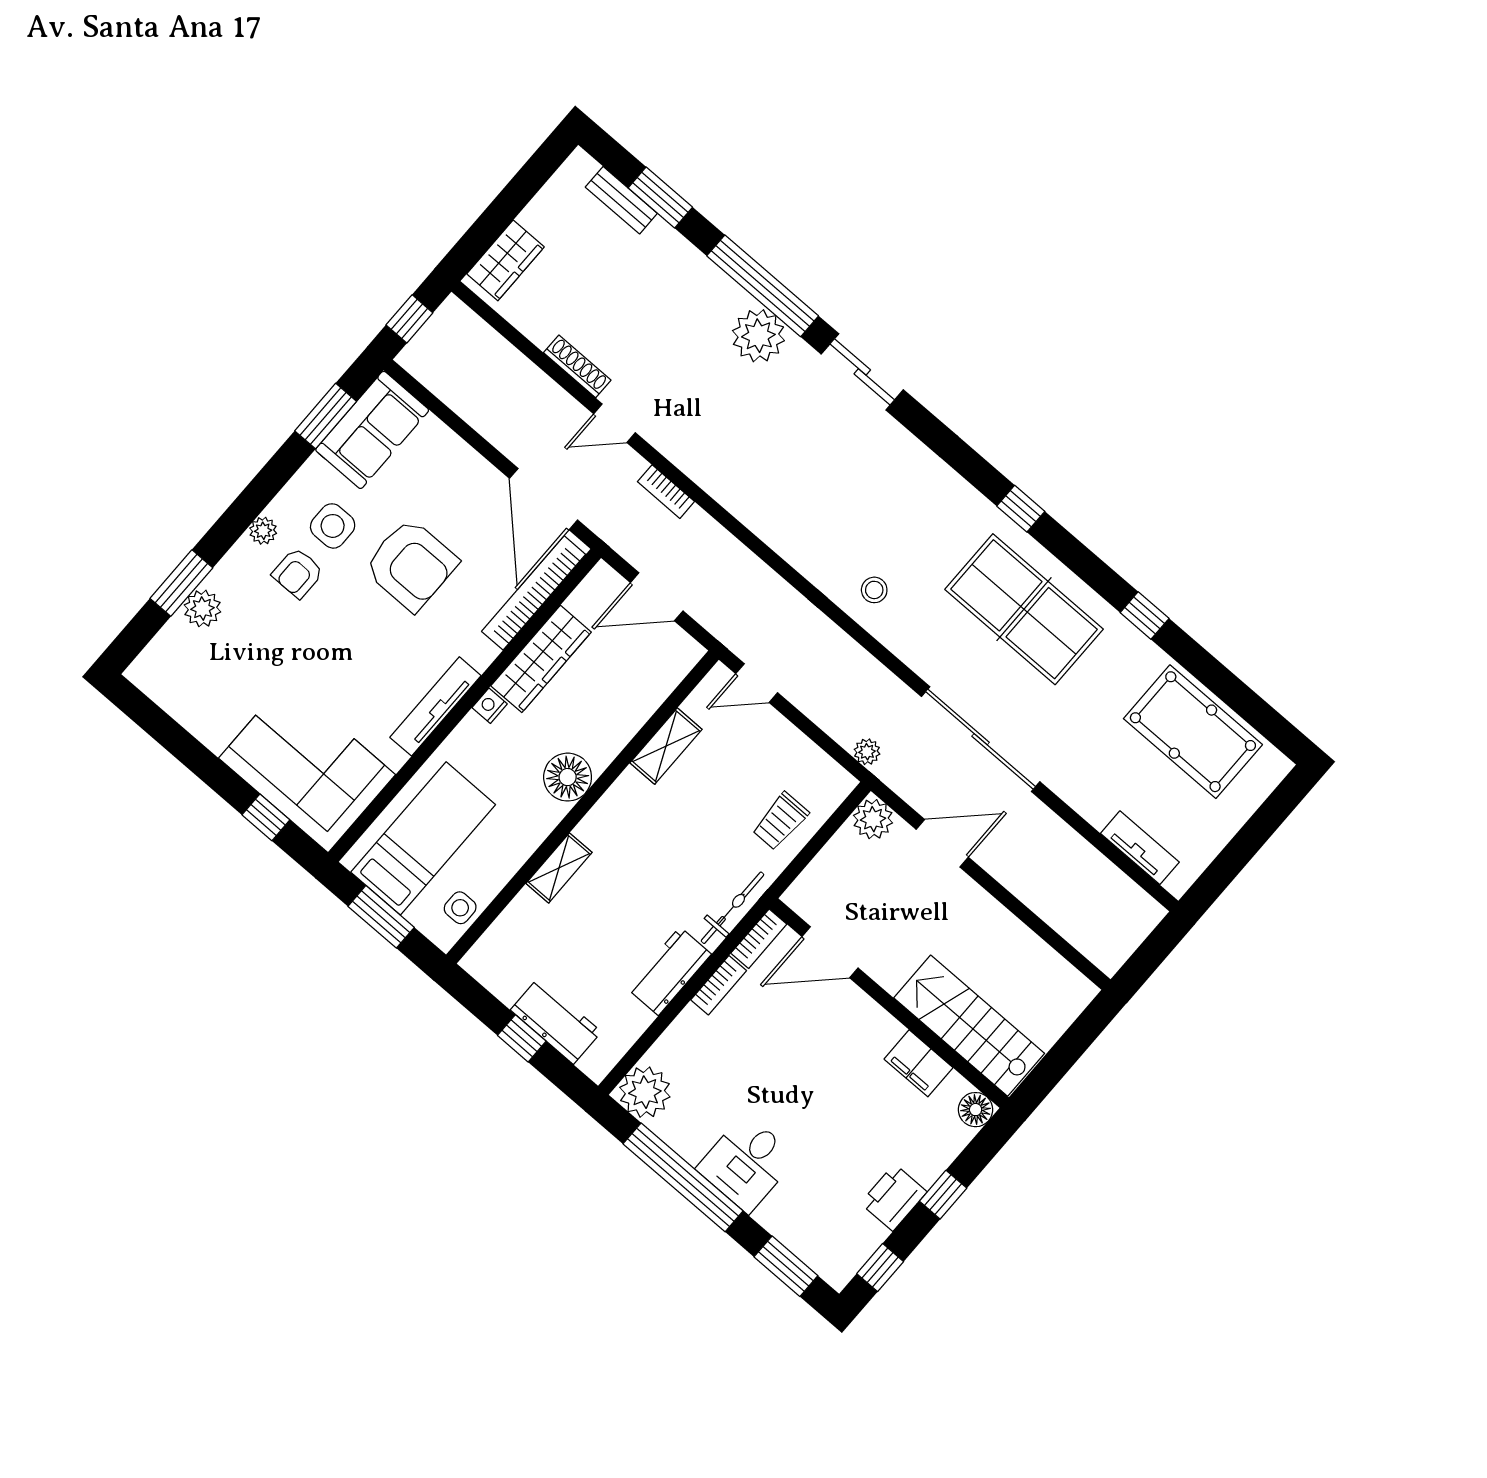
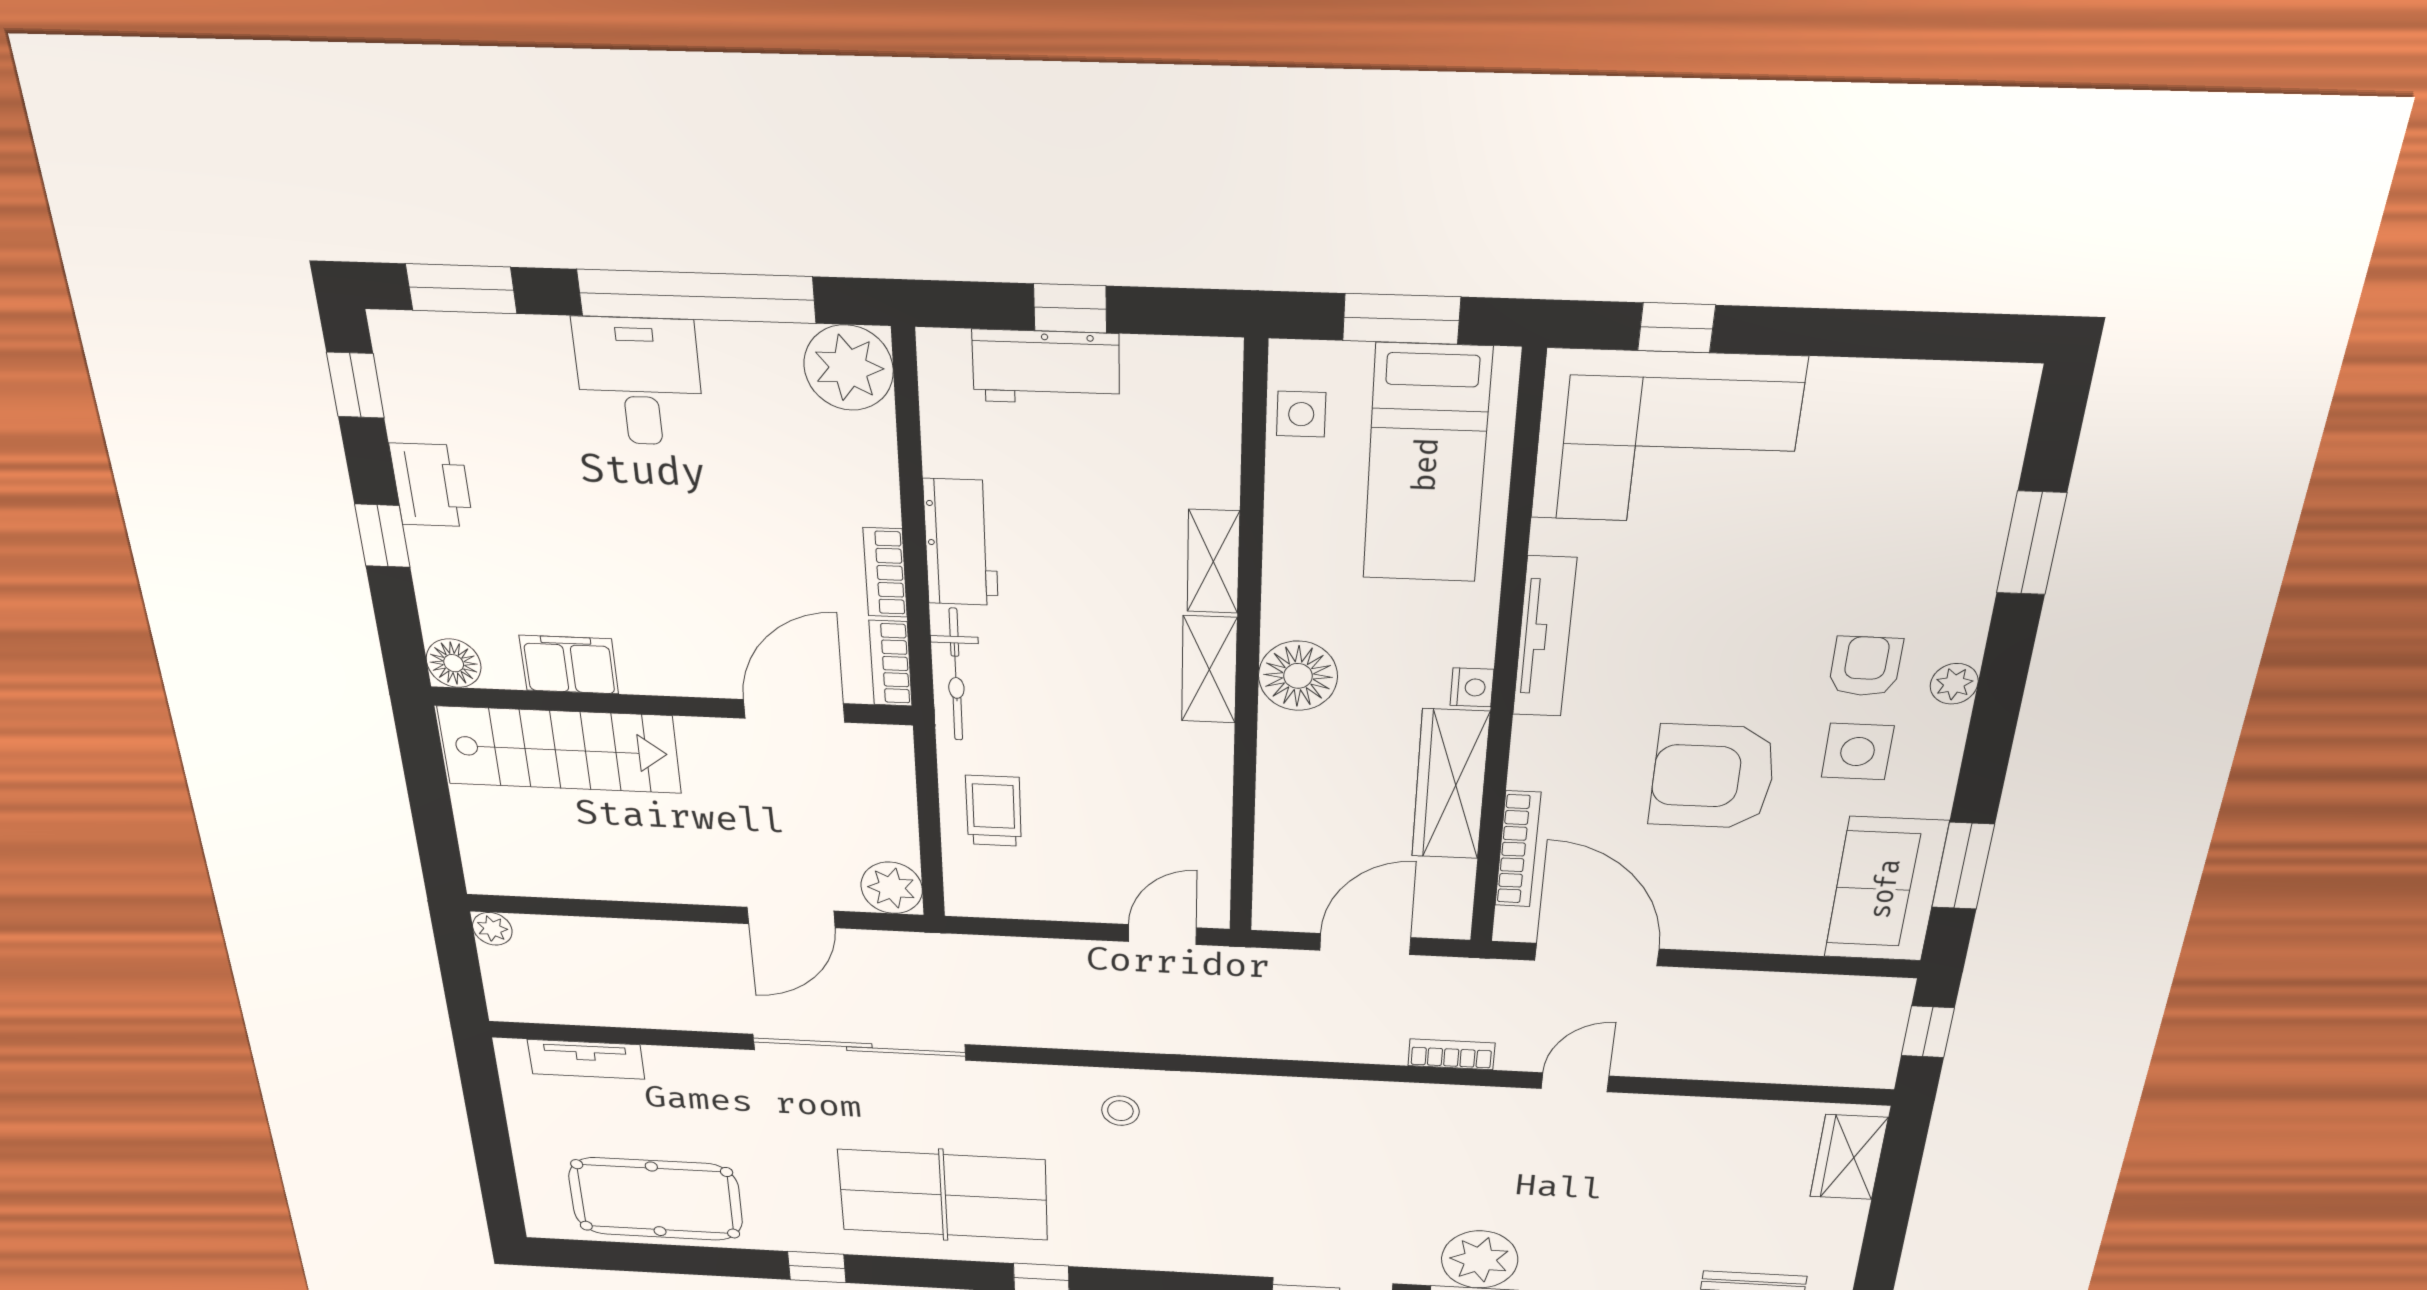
shoe rack: (577, 366) -> (1670, 1109), removed
bookcase: (534, 593) -> (1518, 849), width x0.68, depth x0.76
plant: (202, 608) -> (1976, 532), removed
shelving: (666, 746) -> (1209, 670), moved
plant: (867, 752) -> (492, 929), moved

